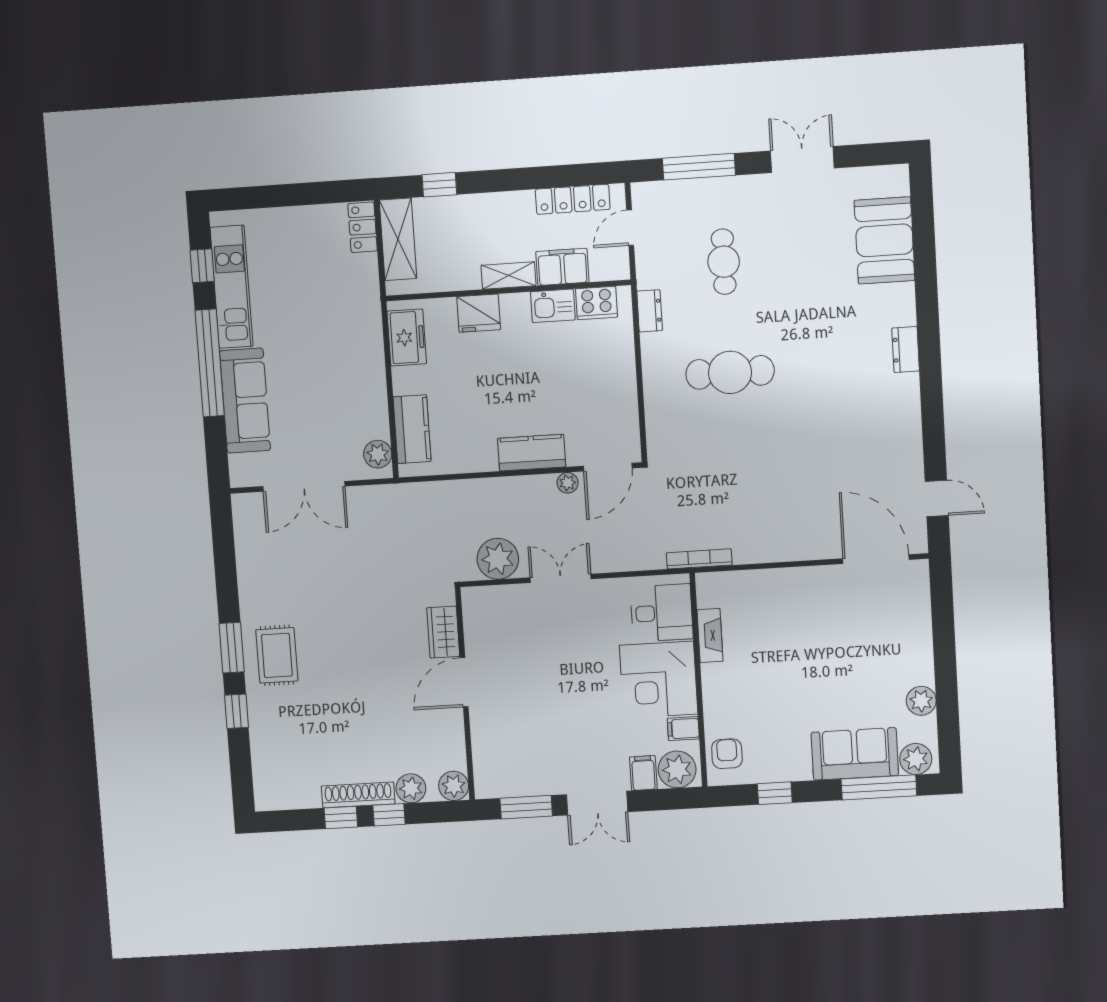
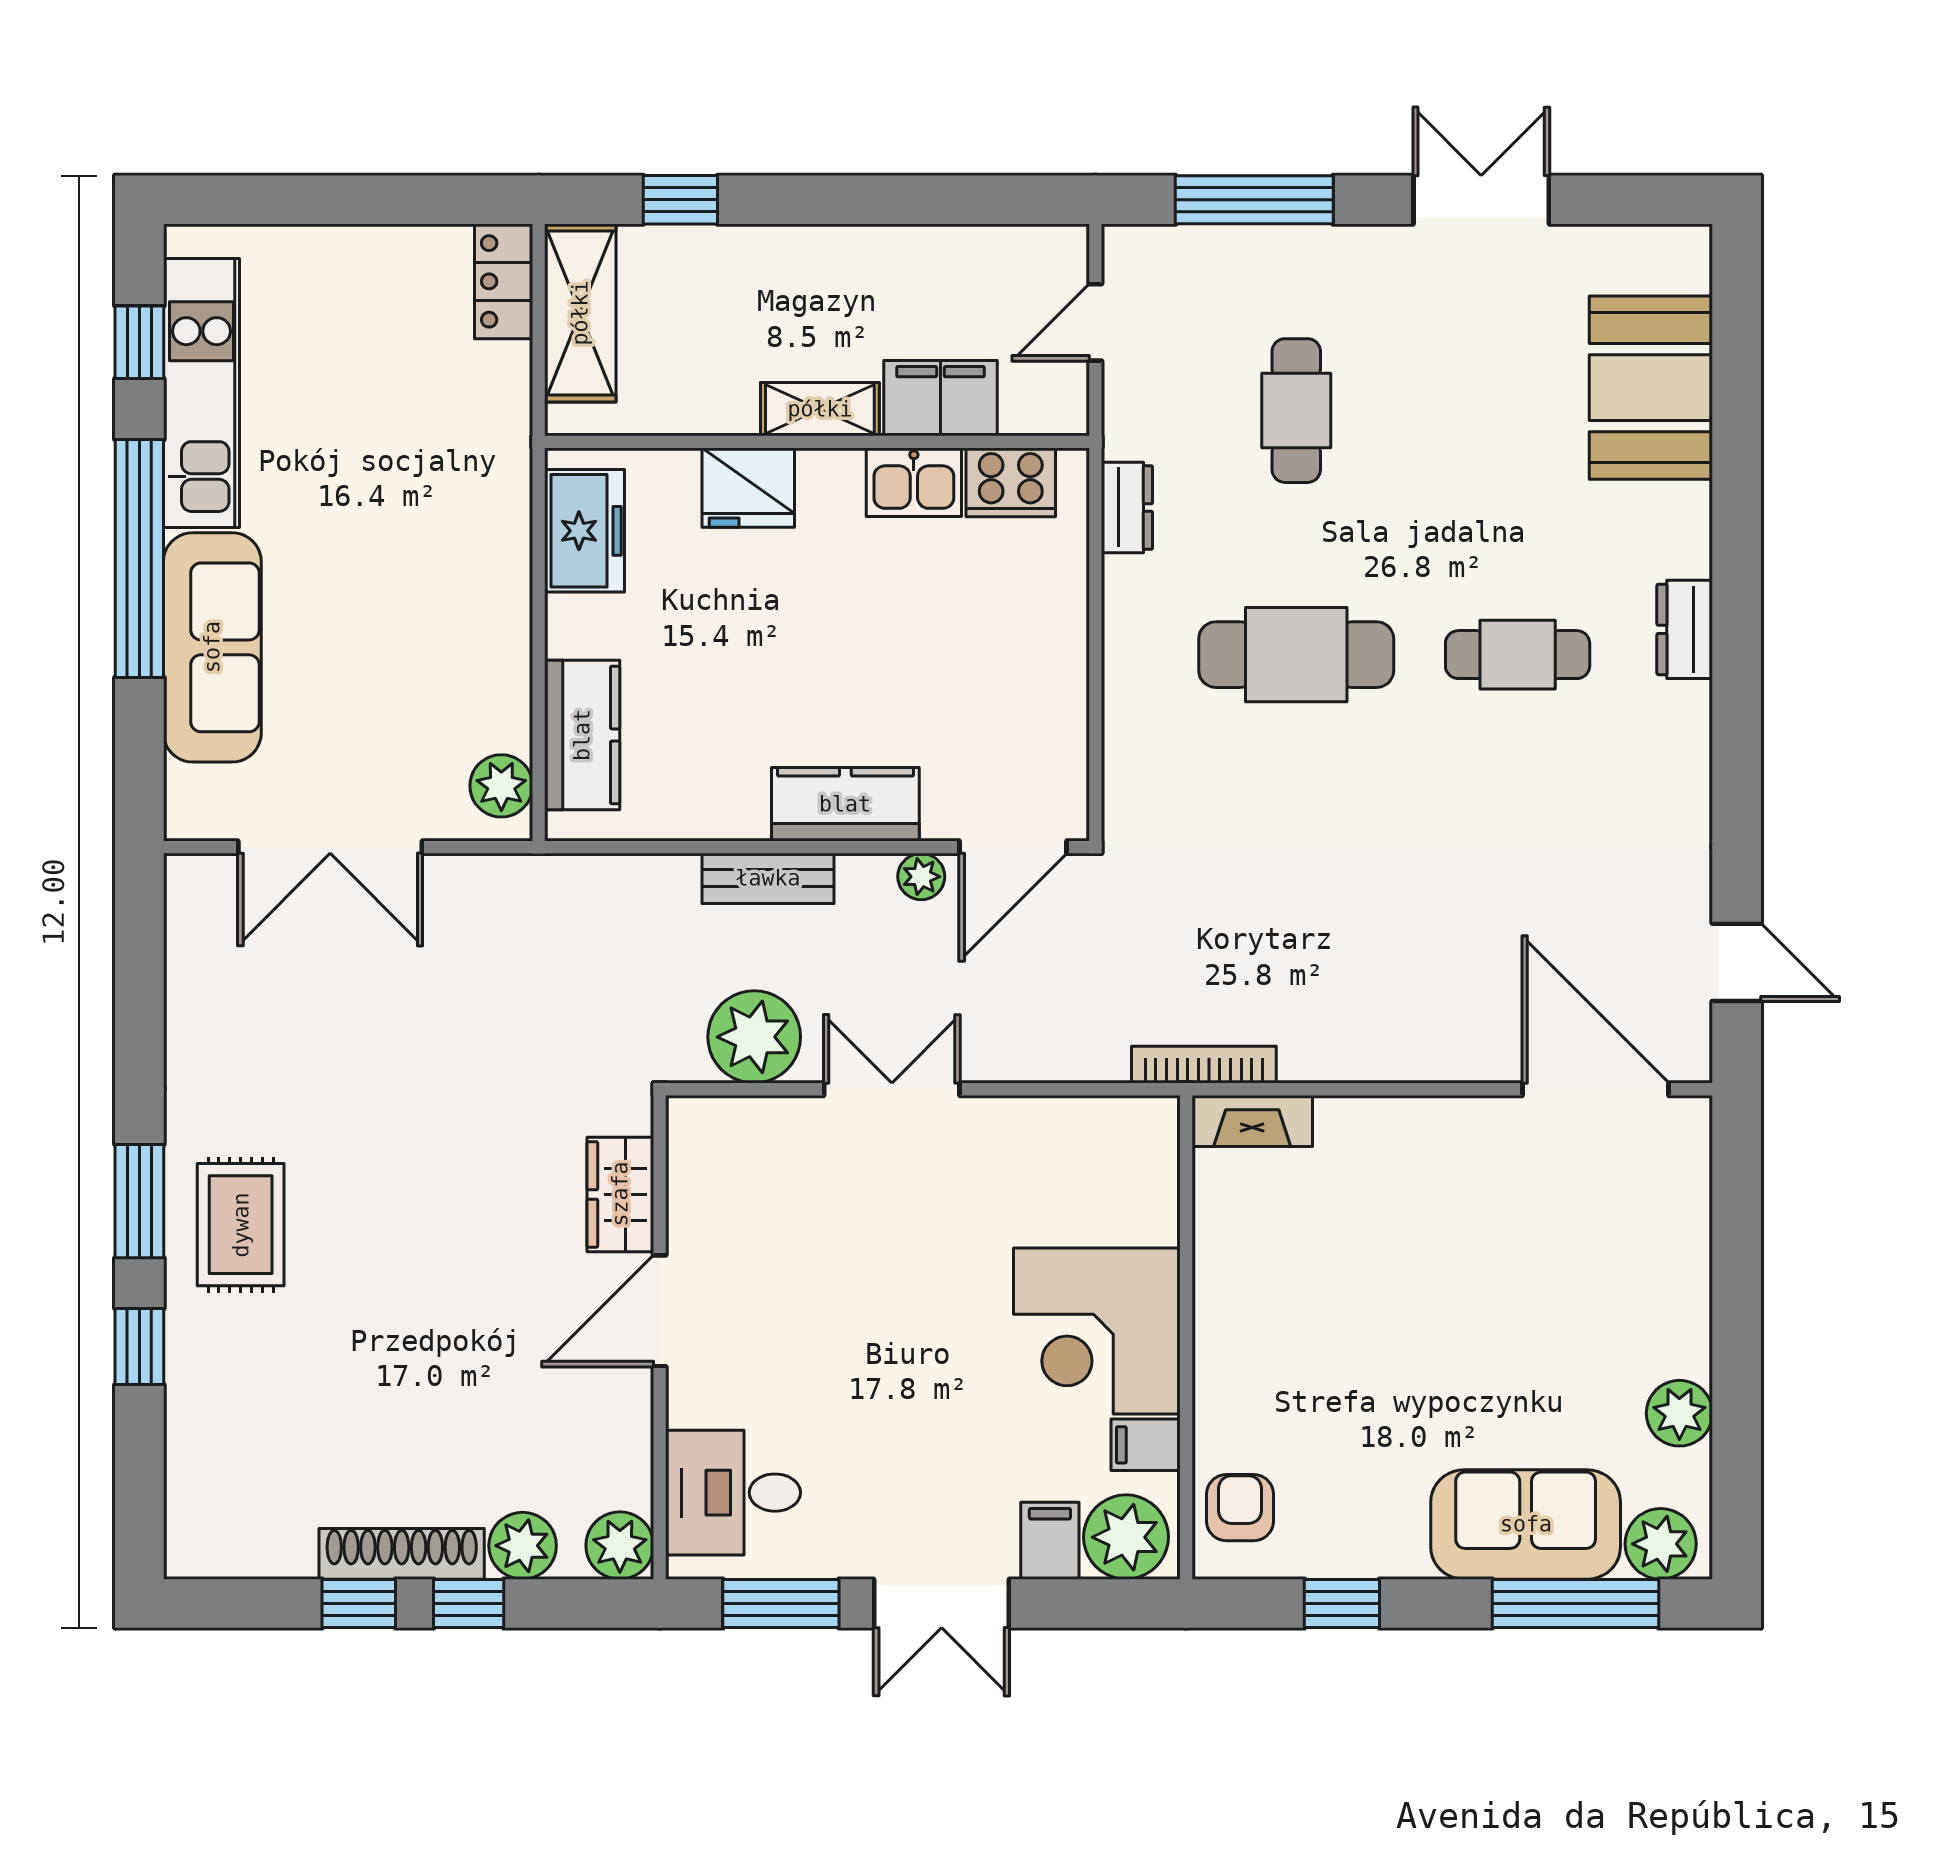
locker: (573, 199) -> (973, 252), removed
cafe table: (830, 366) -> (1518, 655), added
bench: (499, 488) -> (768, 878), added
desk: (662, 613) -> (733, 1493), moved, turned 180
fireplace: (710, 635) -> (1252, 1121), moved, turned 90

